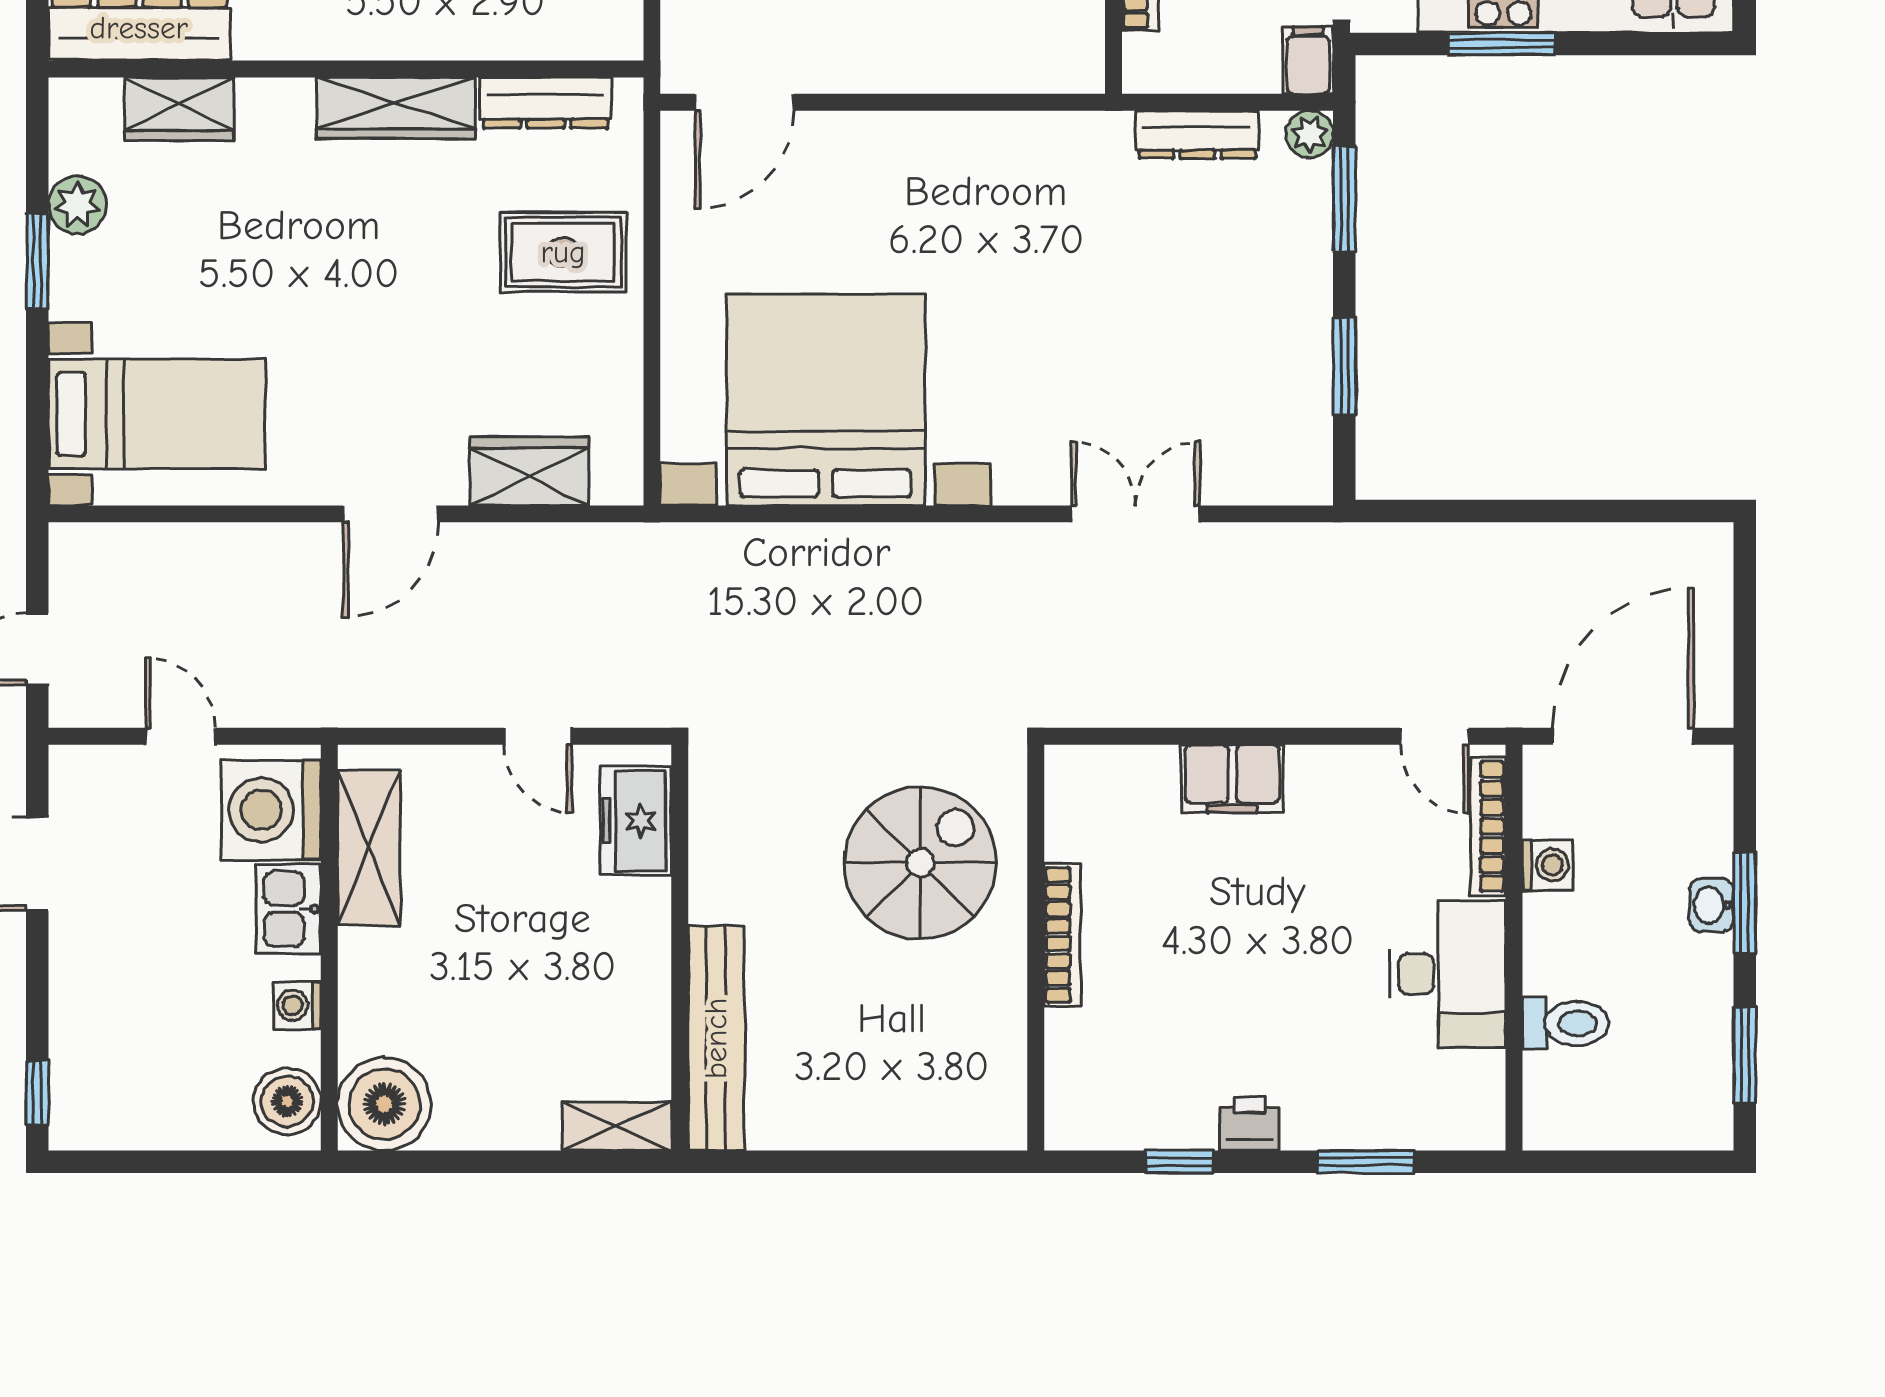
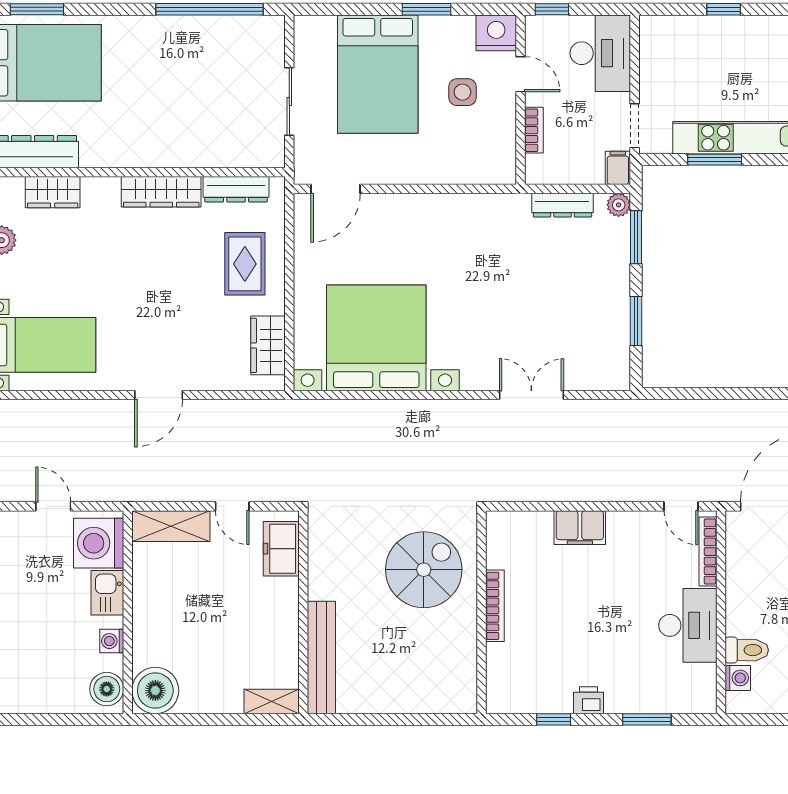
rug: (563, 252) -> (245, 264), turned 90
wardrobe: (529, 471) -> (268, 345), moved, turned -90
shelving: (369, 847) -> (171, 526), moved, turned 90
washing machine: (1547, 865) -> (738, 678), moved

